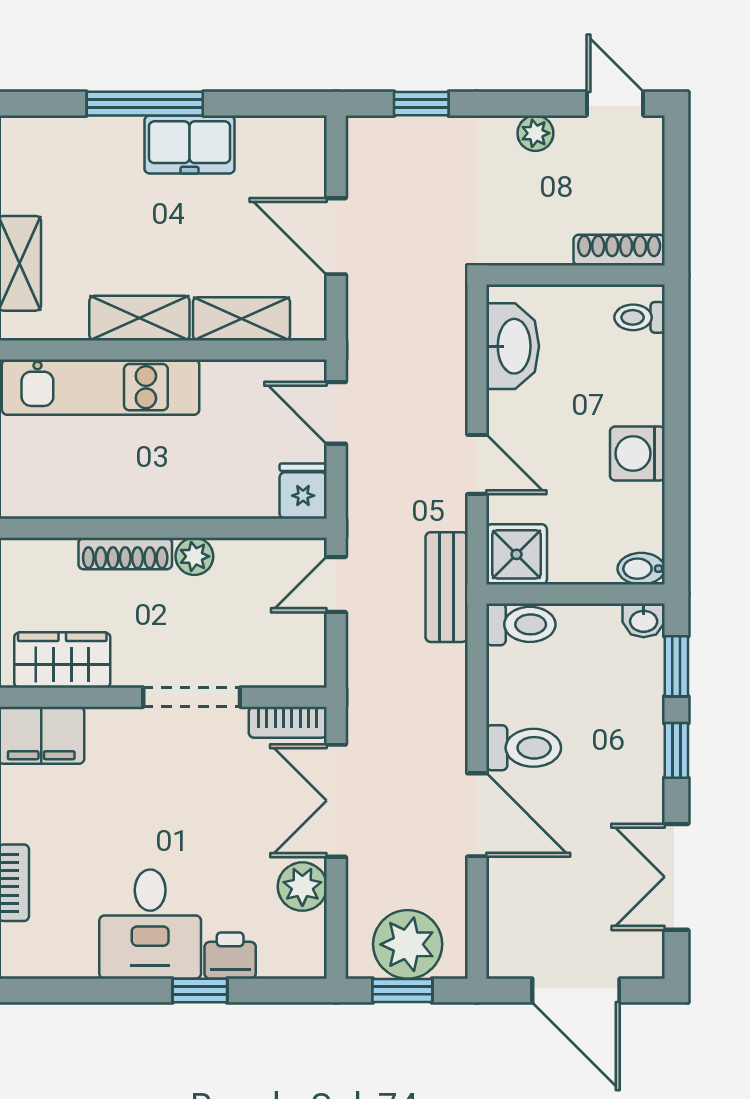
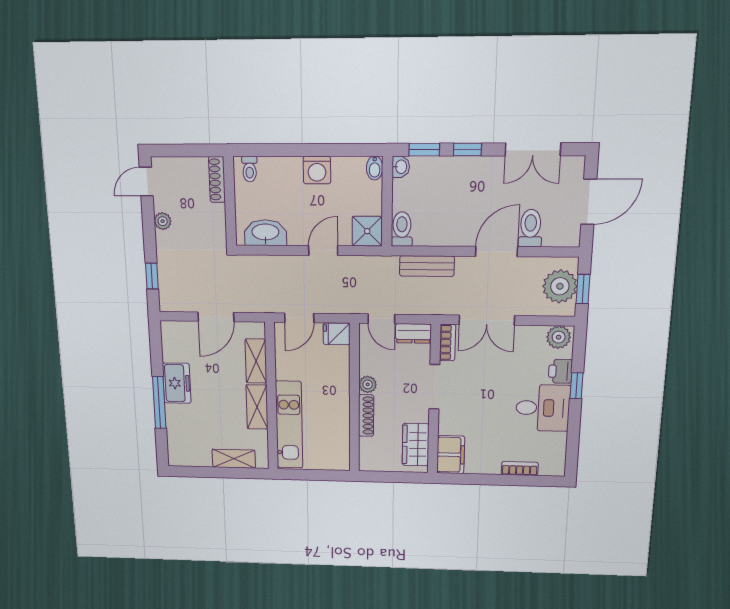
bench: (447, 587) -> (427, 266), moved
dresser: (306, 651) -> (413, 333), added
toilet: (524, 748) -> (530, 228), moved
plant: (302, 887) -> (559, 337), moved

